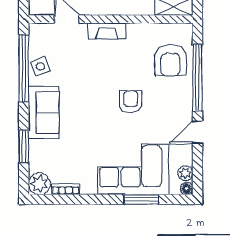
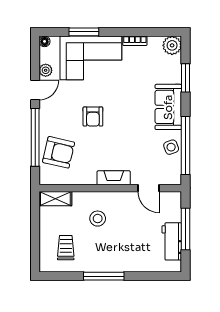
armchair: (170, 60) -> (59, 152), turned 103
plant: (185, 173) -> (46, 70), moved
bookcase: (66, 189) -> (135, 41), moved

